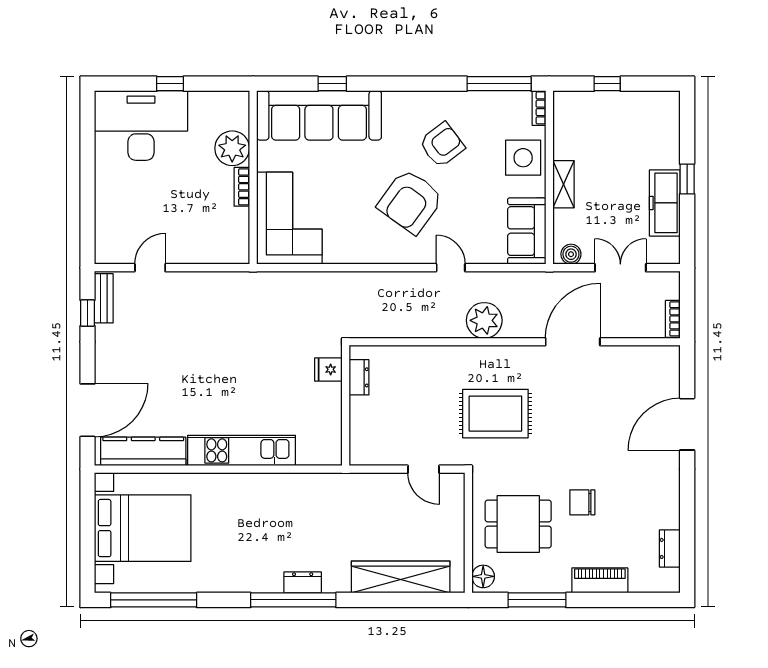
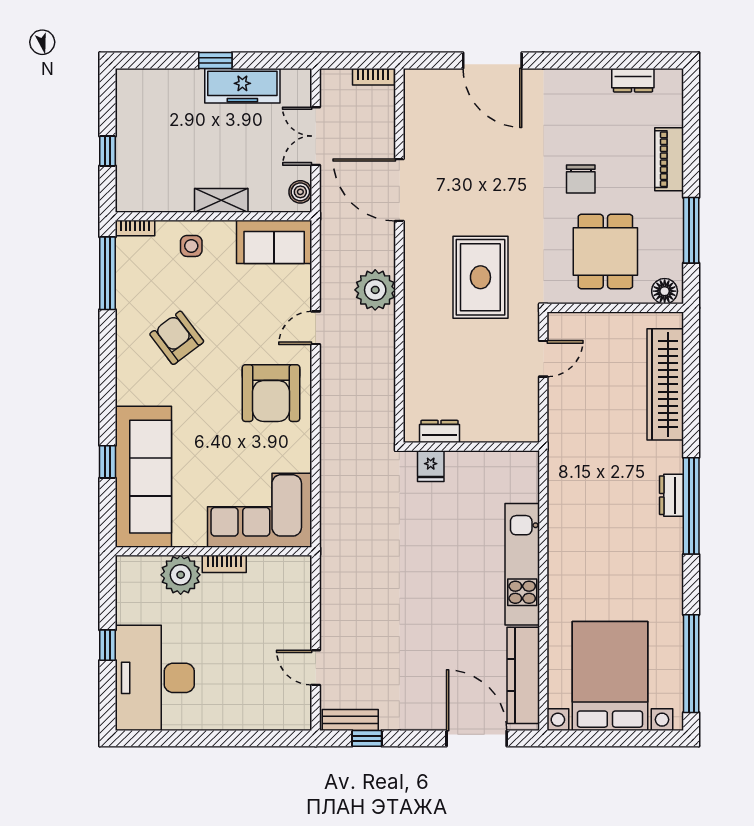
side table: (523, 158) -> (191, 246), width x0.54, depth x0.54
armchair: (410, 201) -> (271, 393), moved, turned 54

